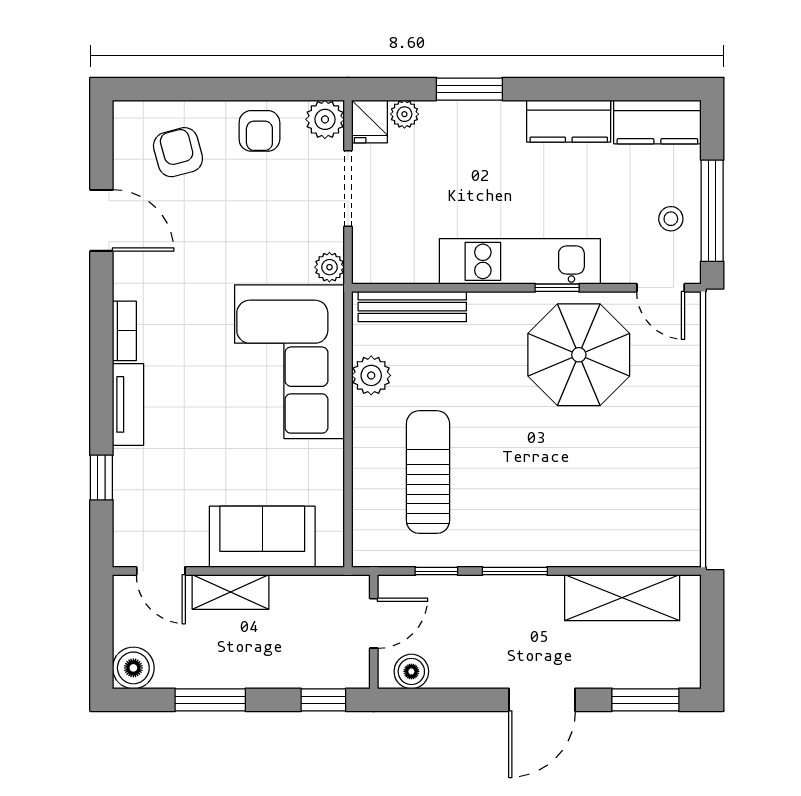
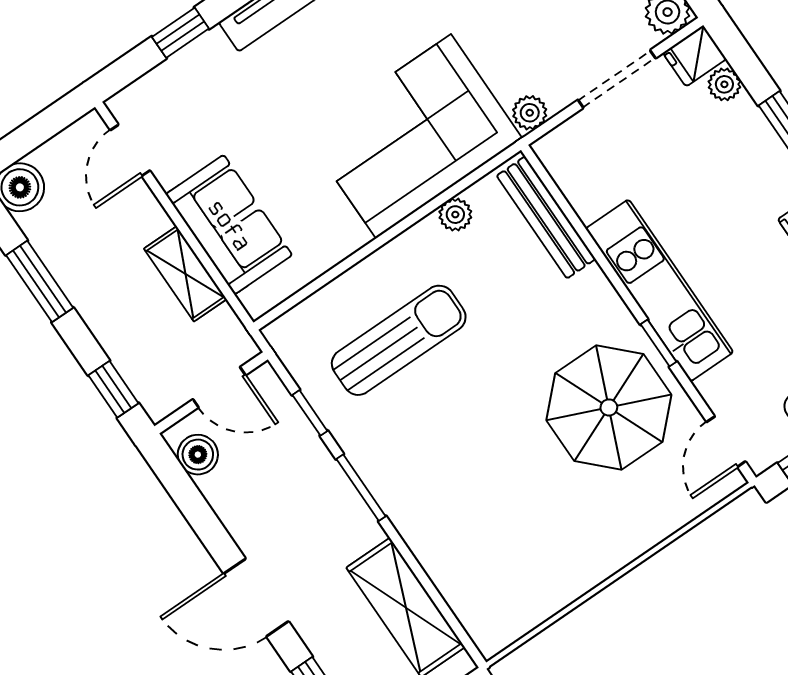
plant: (371, 375) -> (455, 215), width x0.73, depth x0.73
shelving: (231, 592) -> (185, 274), moved

